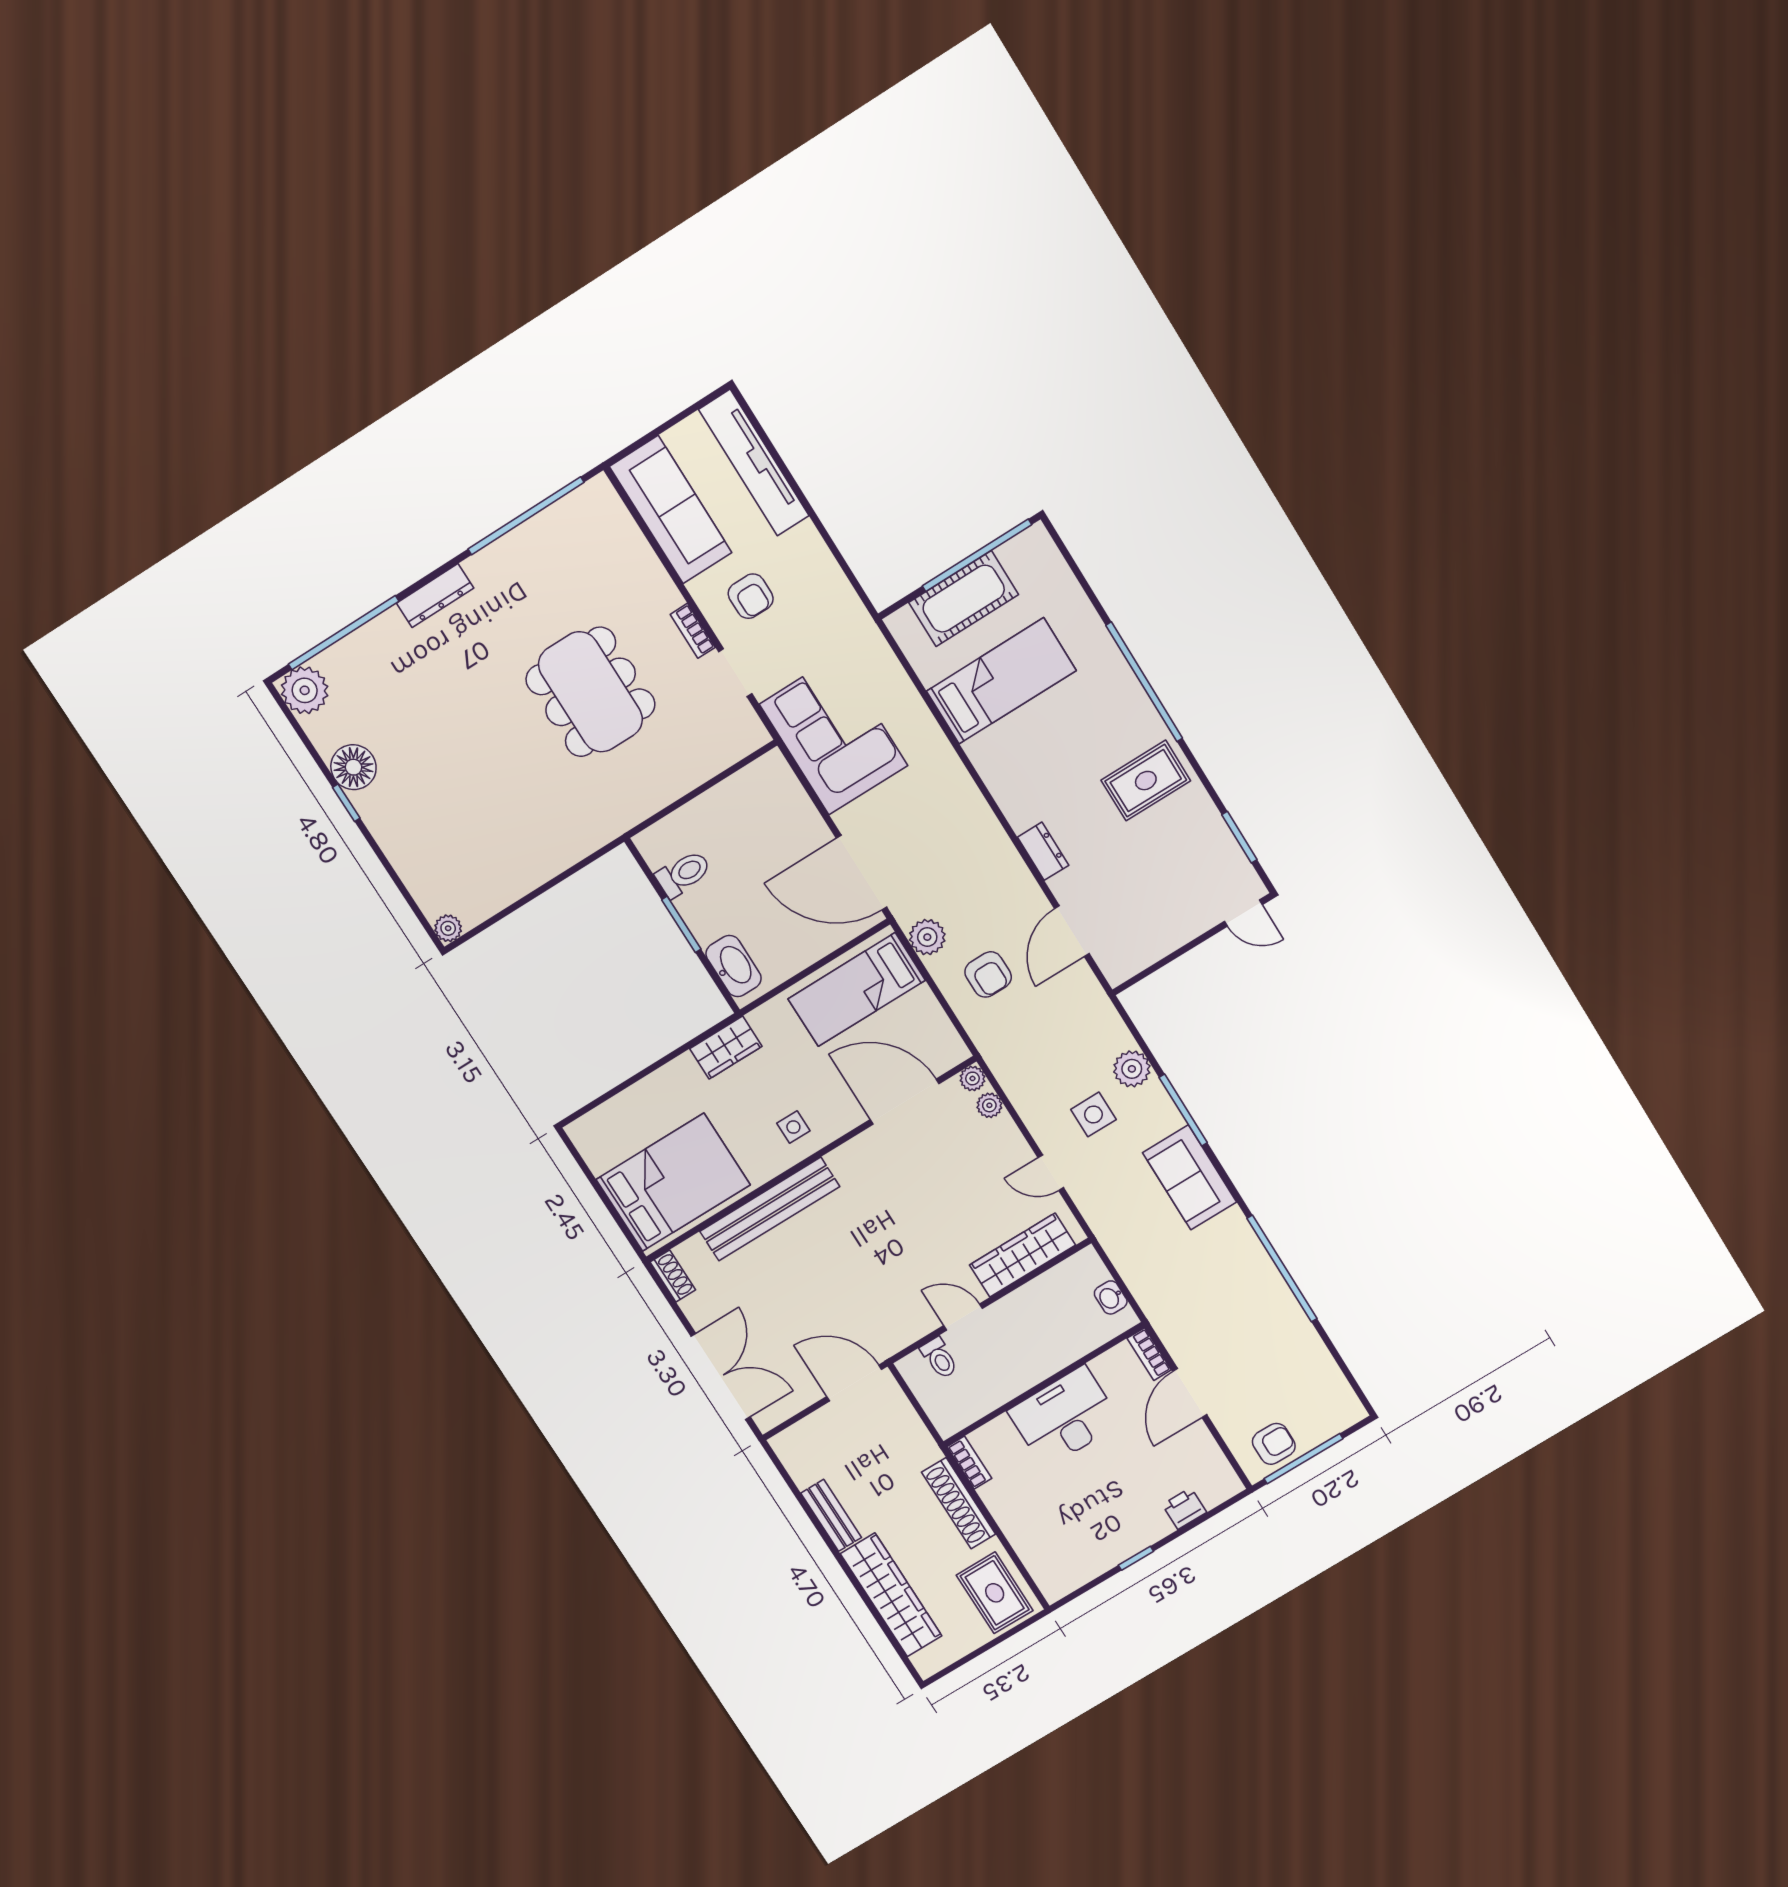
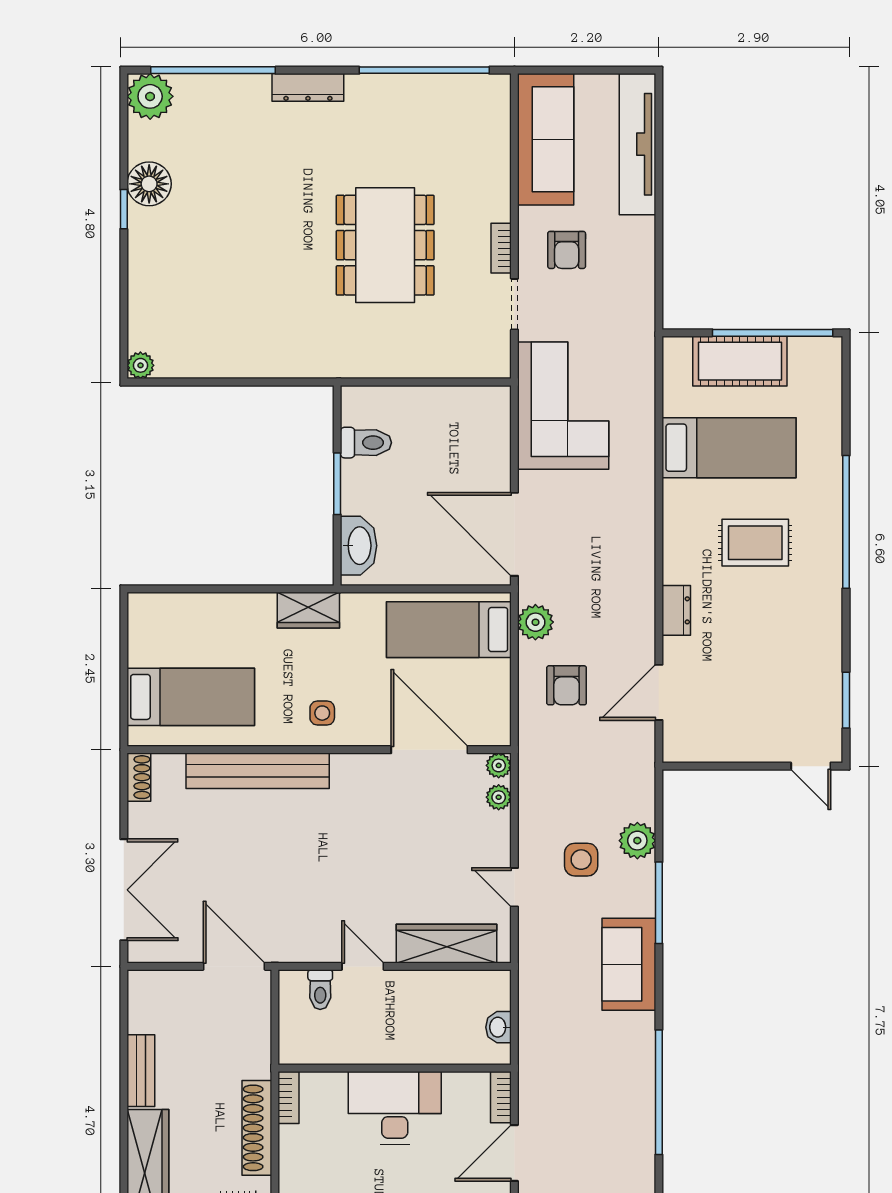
rug: (1146, 781) -> (755, 543), moved
bed: (673, 1182) -> (191, 697), width x0.67

